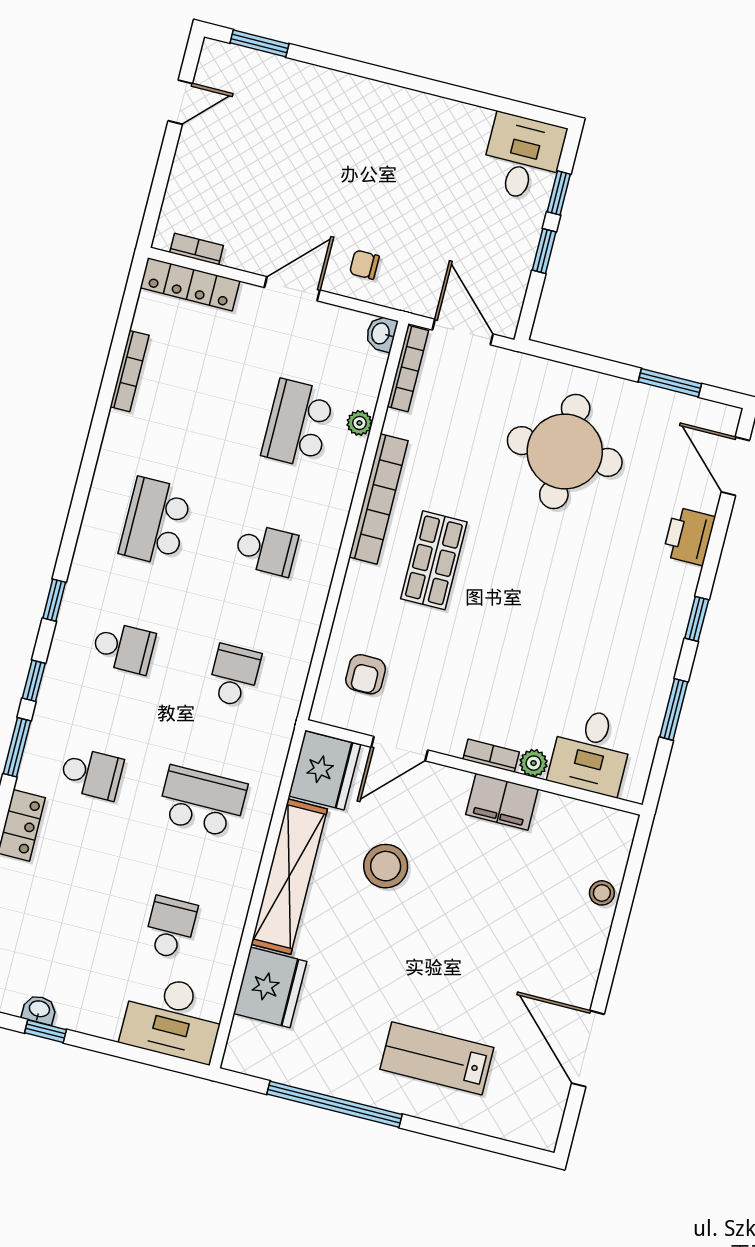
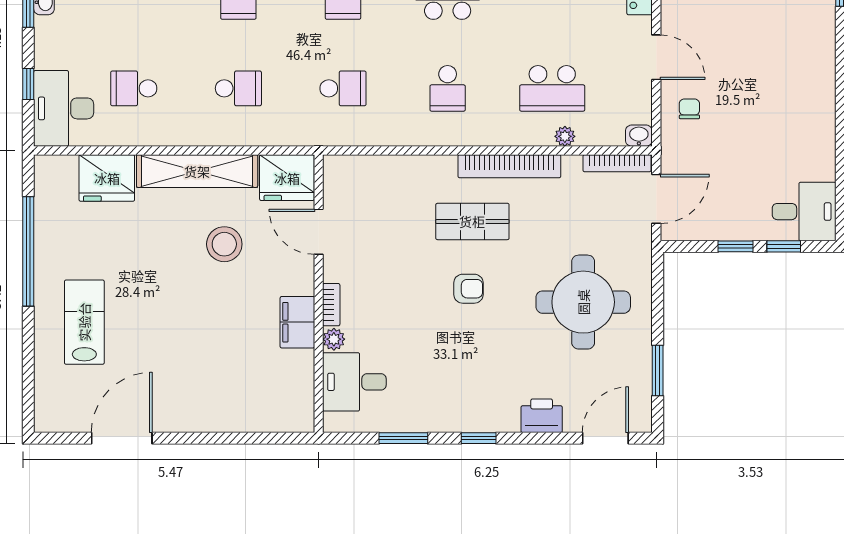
school desk: (298, 424) -> (552, 88), turned 180
armchair: (366, 674) -> (468, 289), moved, turned 180
school desk: (202, 802) -> (238, 88), width x0.54
stool: (602, 893) -> (246, 418), removed
school desk: (170, 928) -> (134, 88), turned 180
window: (133, 1053) -> (28, 84), added

